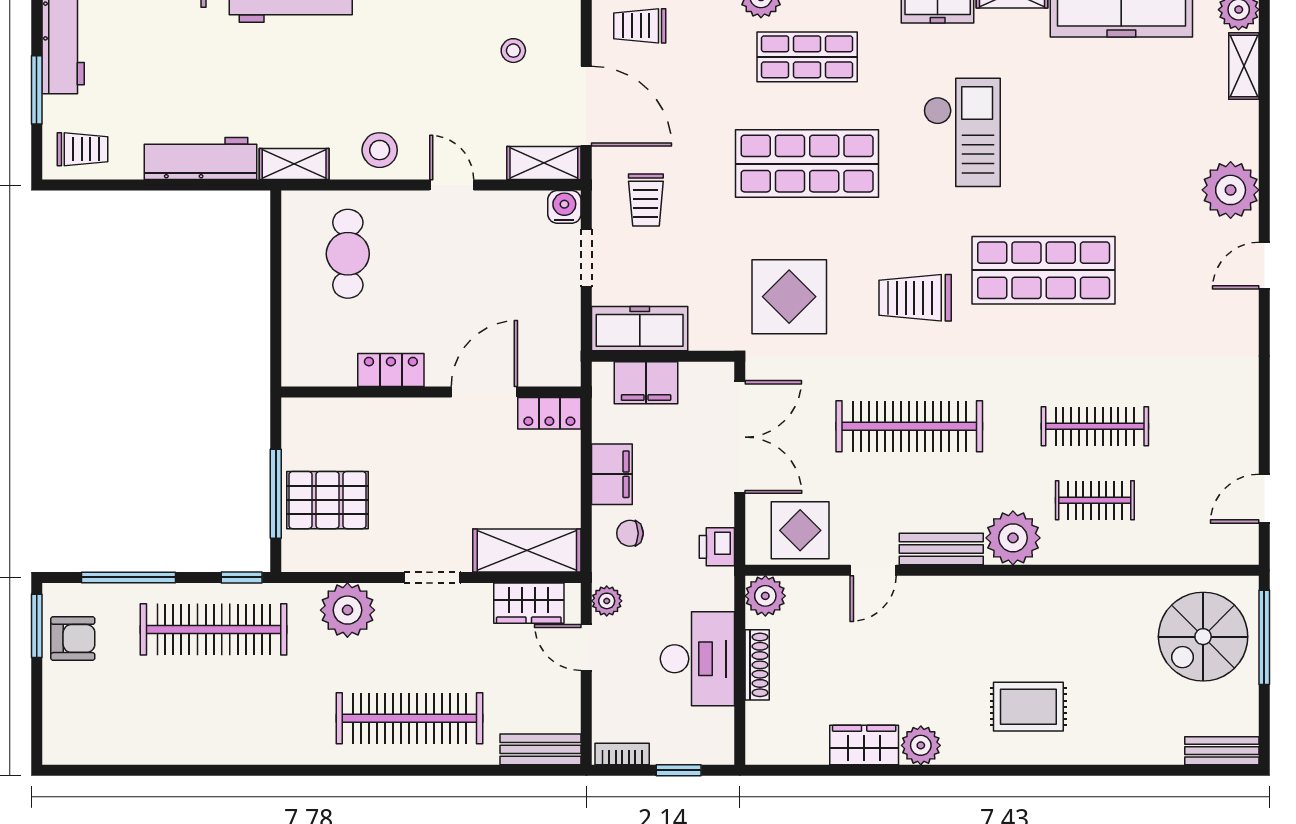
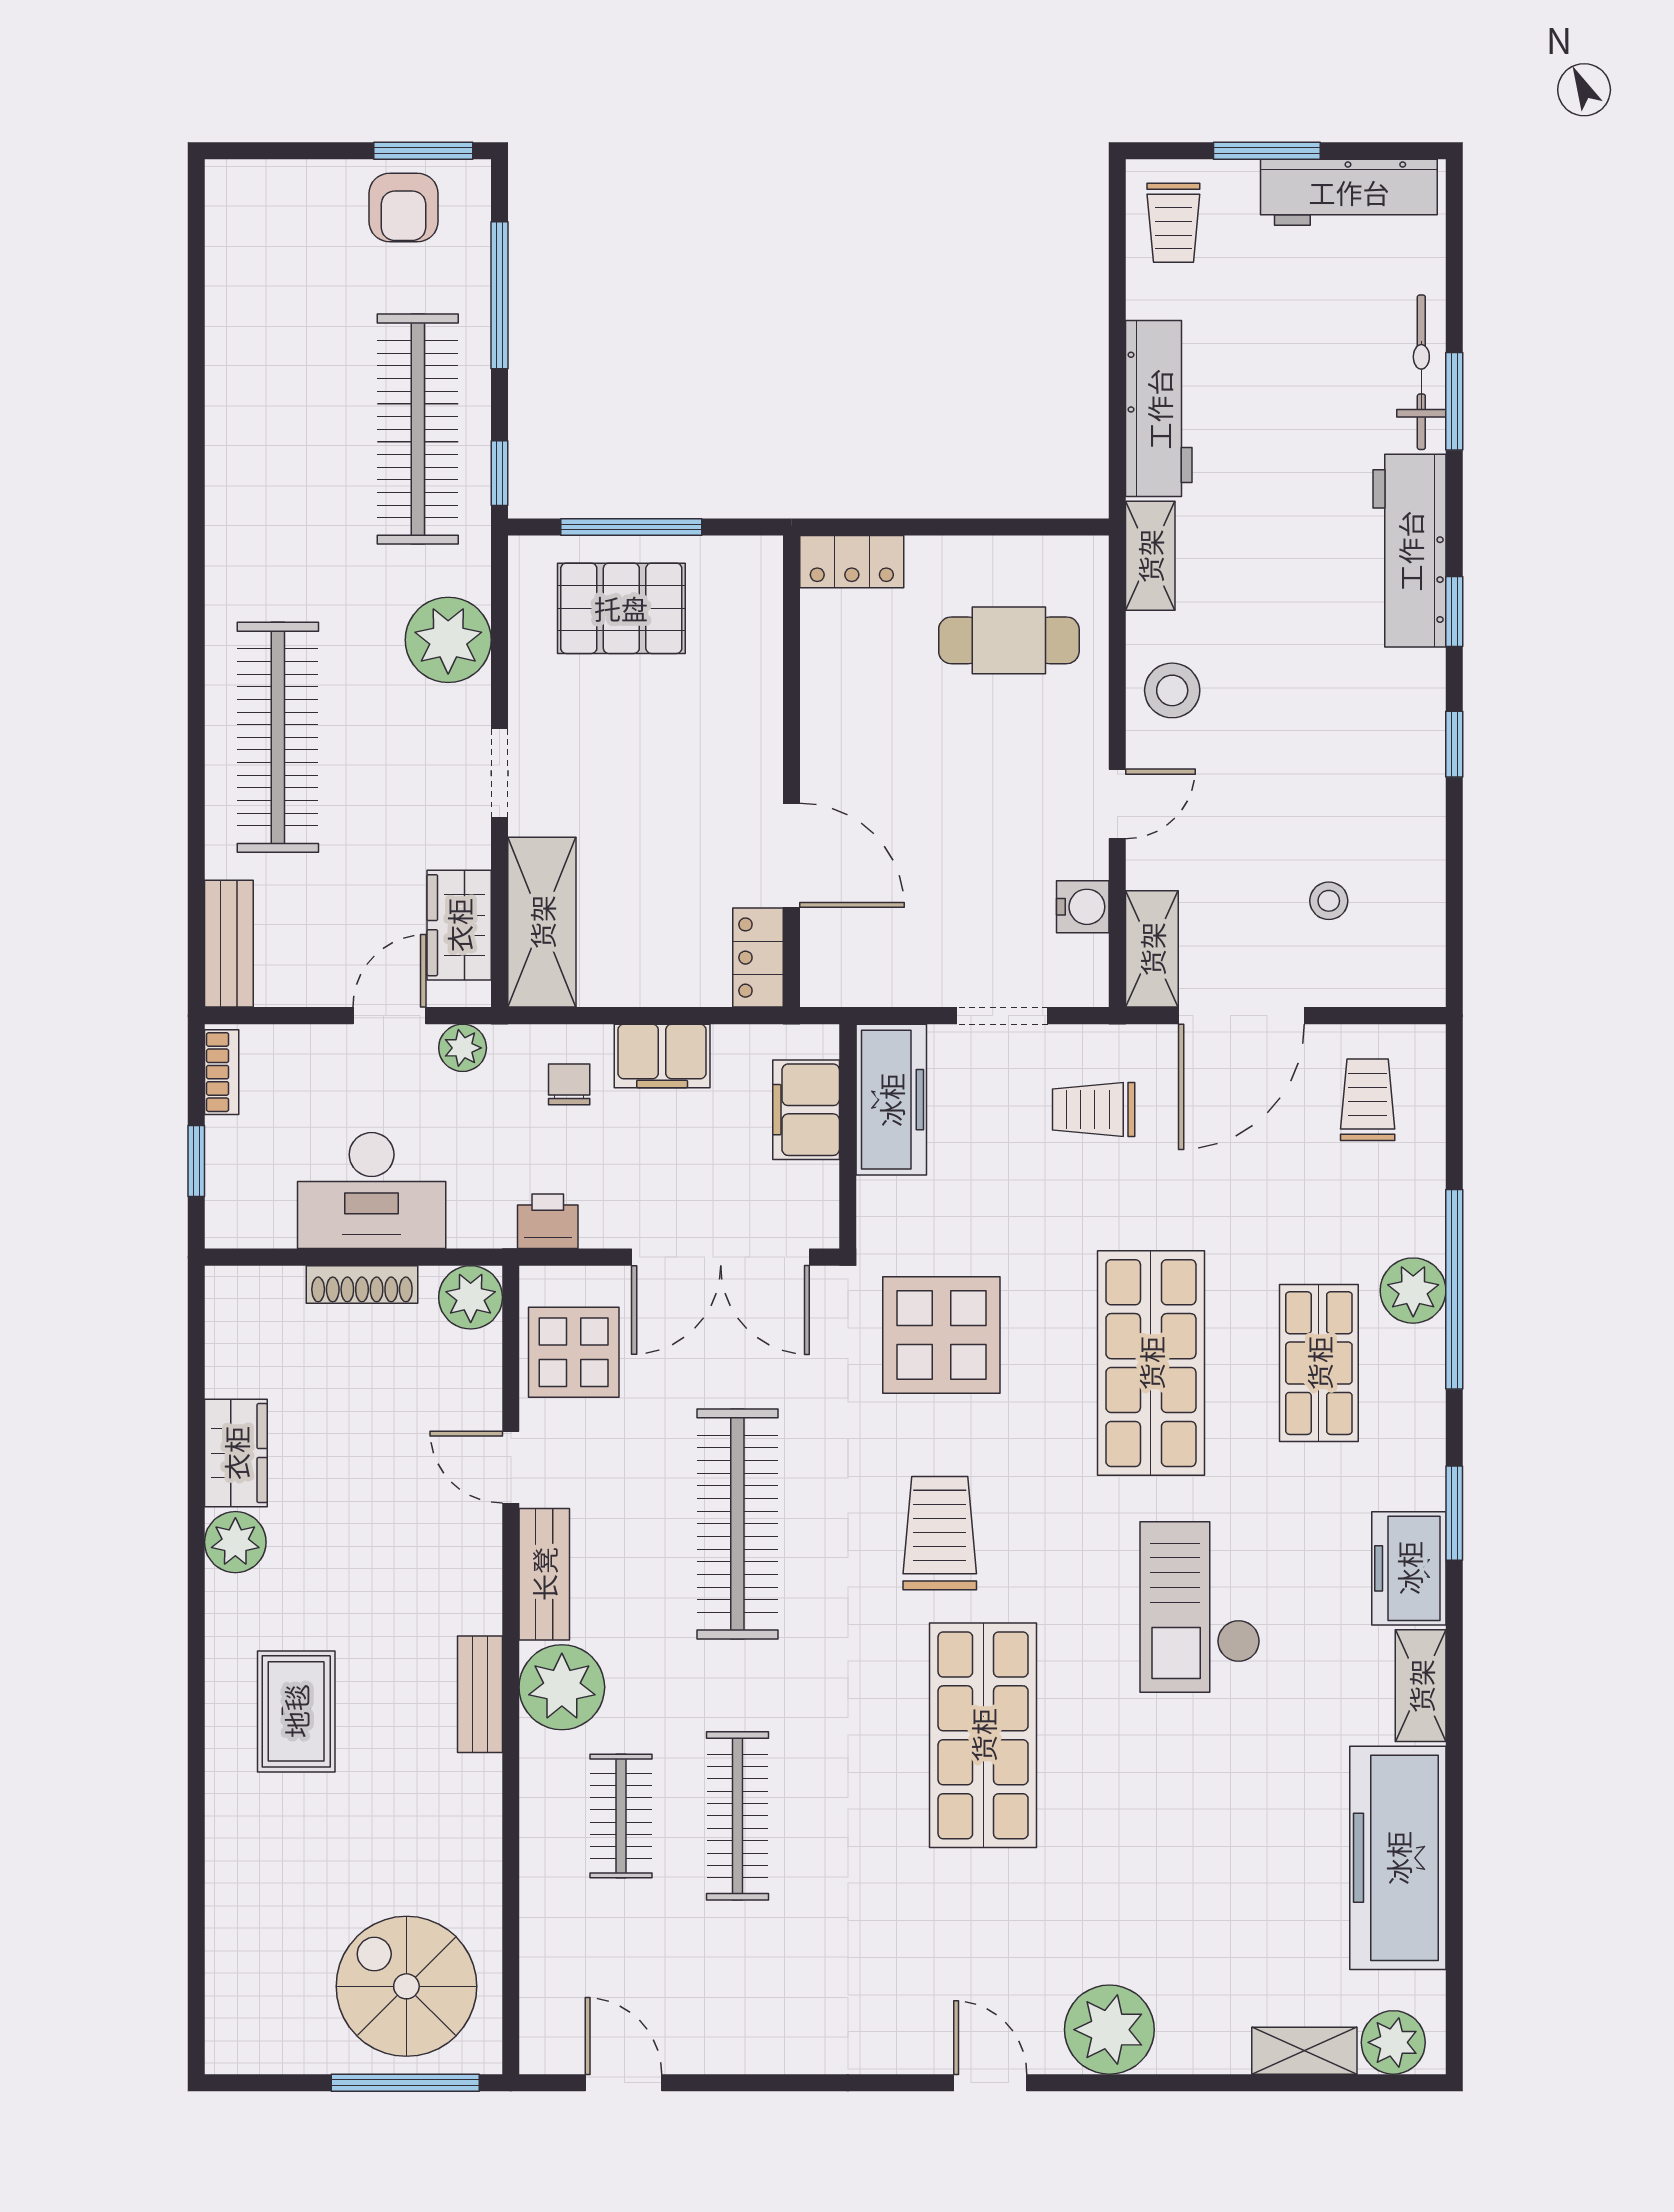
checkout: (962, 132) -> (1200, 1607), turned 90
water cooler: (564, 207) -> (1083, 907), moved
locker: (391, 370) -> (852, 562), moved, turned 90
pallet: (327, 500) -> (621, 608), turned 90
bench: (1222, 751) -> (480, 1694), moved

